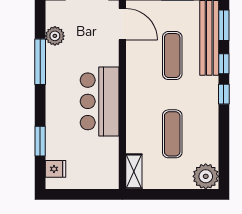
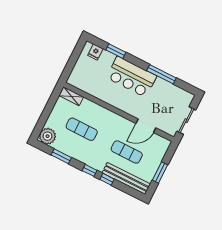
door: (122, 24) -> (146, 126), moved
window: (224, 25) -> (61, 156), moved
plant: (55, 36) -> (172, 90), removed
bar counter: (100, 101) -> (132, 77), moved, turned 180

